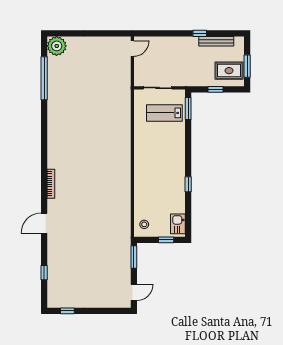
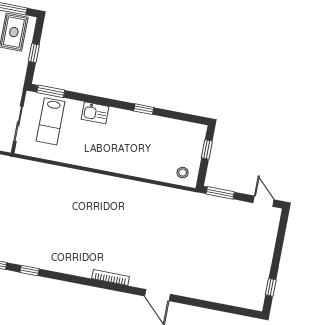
kitchen sink: (178, 224) -> (95, 113), moved
window: (44, 273) -> (30, 271), moved

